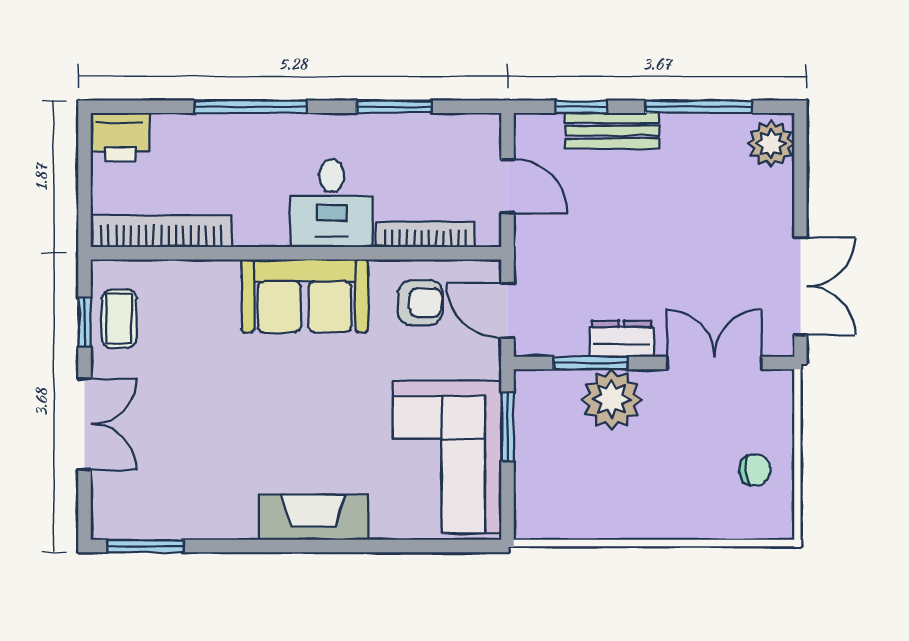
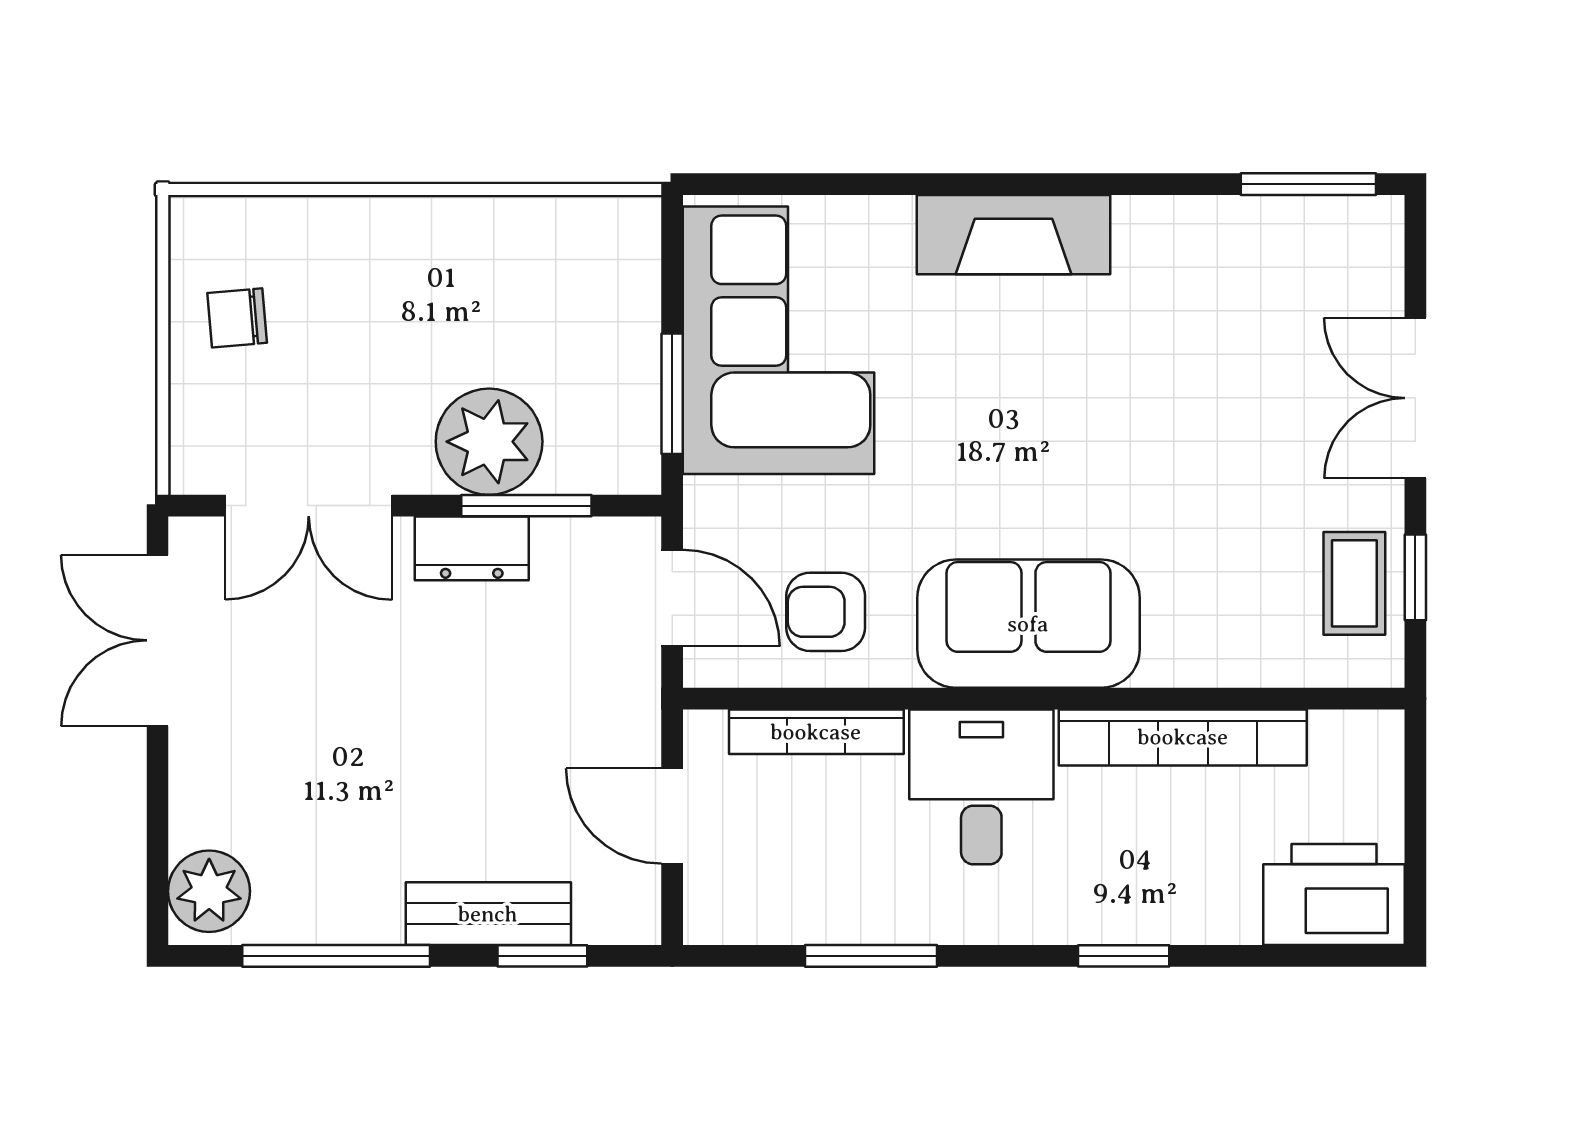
window: (251, 107) -> (1124, 956), width x0.46
printer: (120, 137) -> (1334, 894), width x1.37, depth x1.19
bookcase: (161, 231) -> (1183, 737), moved

